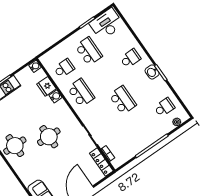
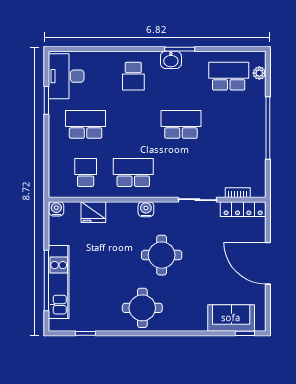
school desk: (130, 58) -> (133, 76), turned 180
water cooler: (56, 96) -> (146, 209), moved
school desk: (164, 107) -> (229, 76), width x1.85

